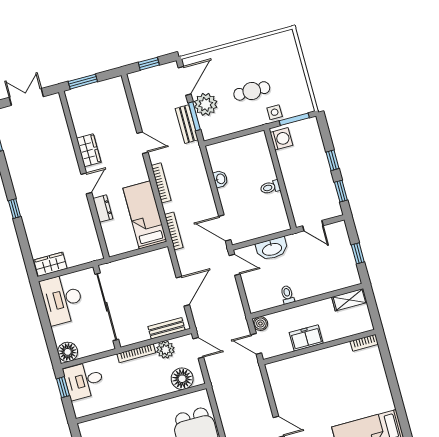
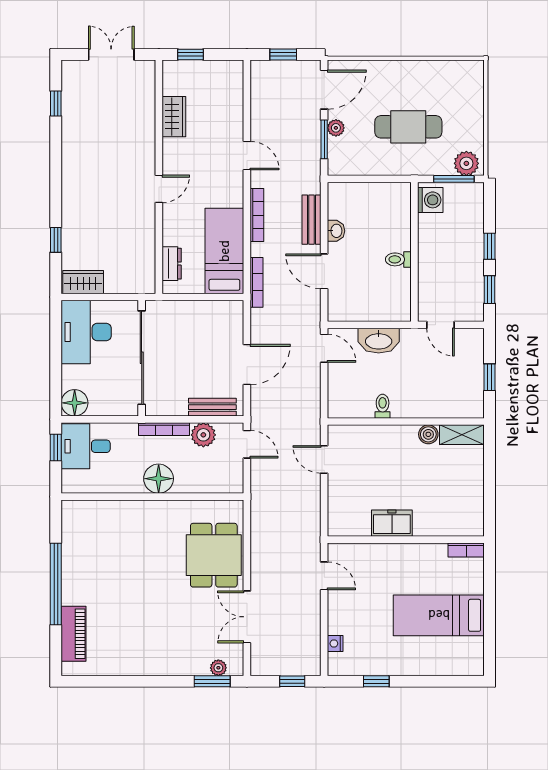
window: (83, 82) -> (191, 54), width x0.67
cafe table: (252, 91) -> (408, 127), width x1.37, depth x1.35
plant: (206, 104) -> (336, 128), width x0.53, depth x0.53
plant: (300, 106) -> (466, 163), added
side table: (275, 112) -> (431, 163), removed
bench: (187, 124) -> (311, 220), moved
wardrobe: (89, 150) -> (174, 117), moved
window: (14, 209) -> (56, 240), moved
dresser: (103, 209) -> (172, 264), moved
door: (225, 228) -> (324, 271), moved
boiler: (260, 324) -> (428, 434), moved
freezer: (306, 338) -> (392, 523), moved
bookcase: (364, 343) -> (466, 550), moved
wall: (319, 347) -> (406, 540), moved
floor lamp: (182, 379) -> (159, 479), moved

